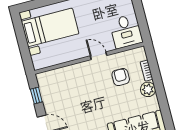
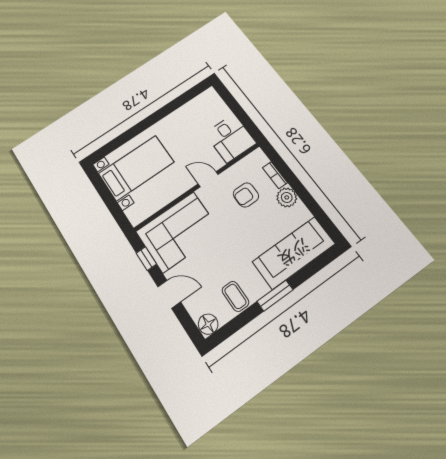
armchair: (121, 77) -> (246, 195), turned -90
corner sofa: (65, 85) -> (178, 232), added

